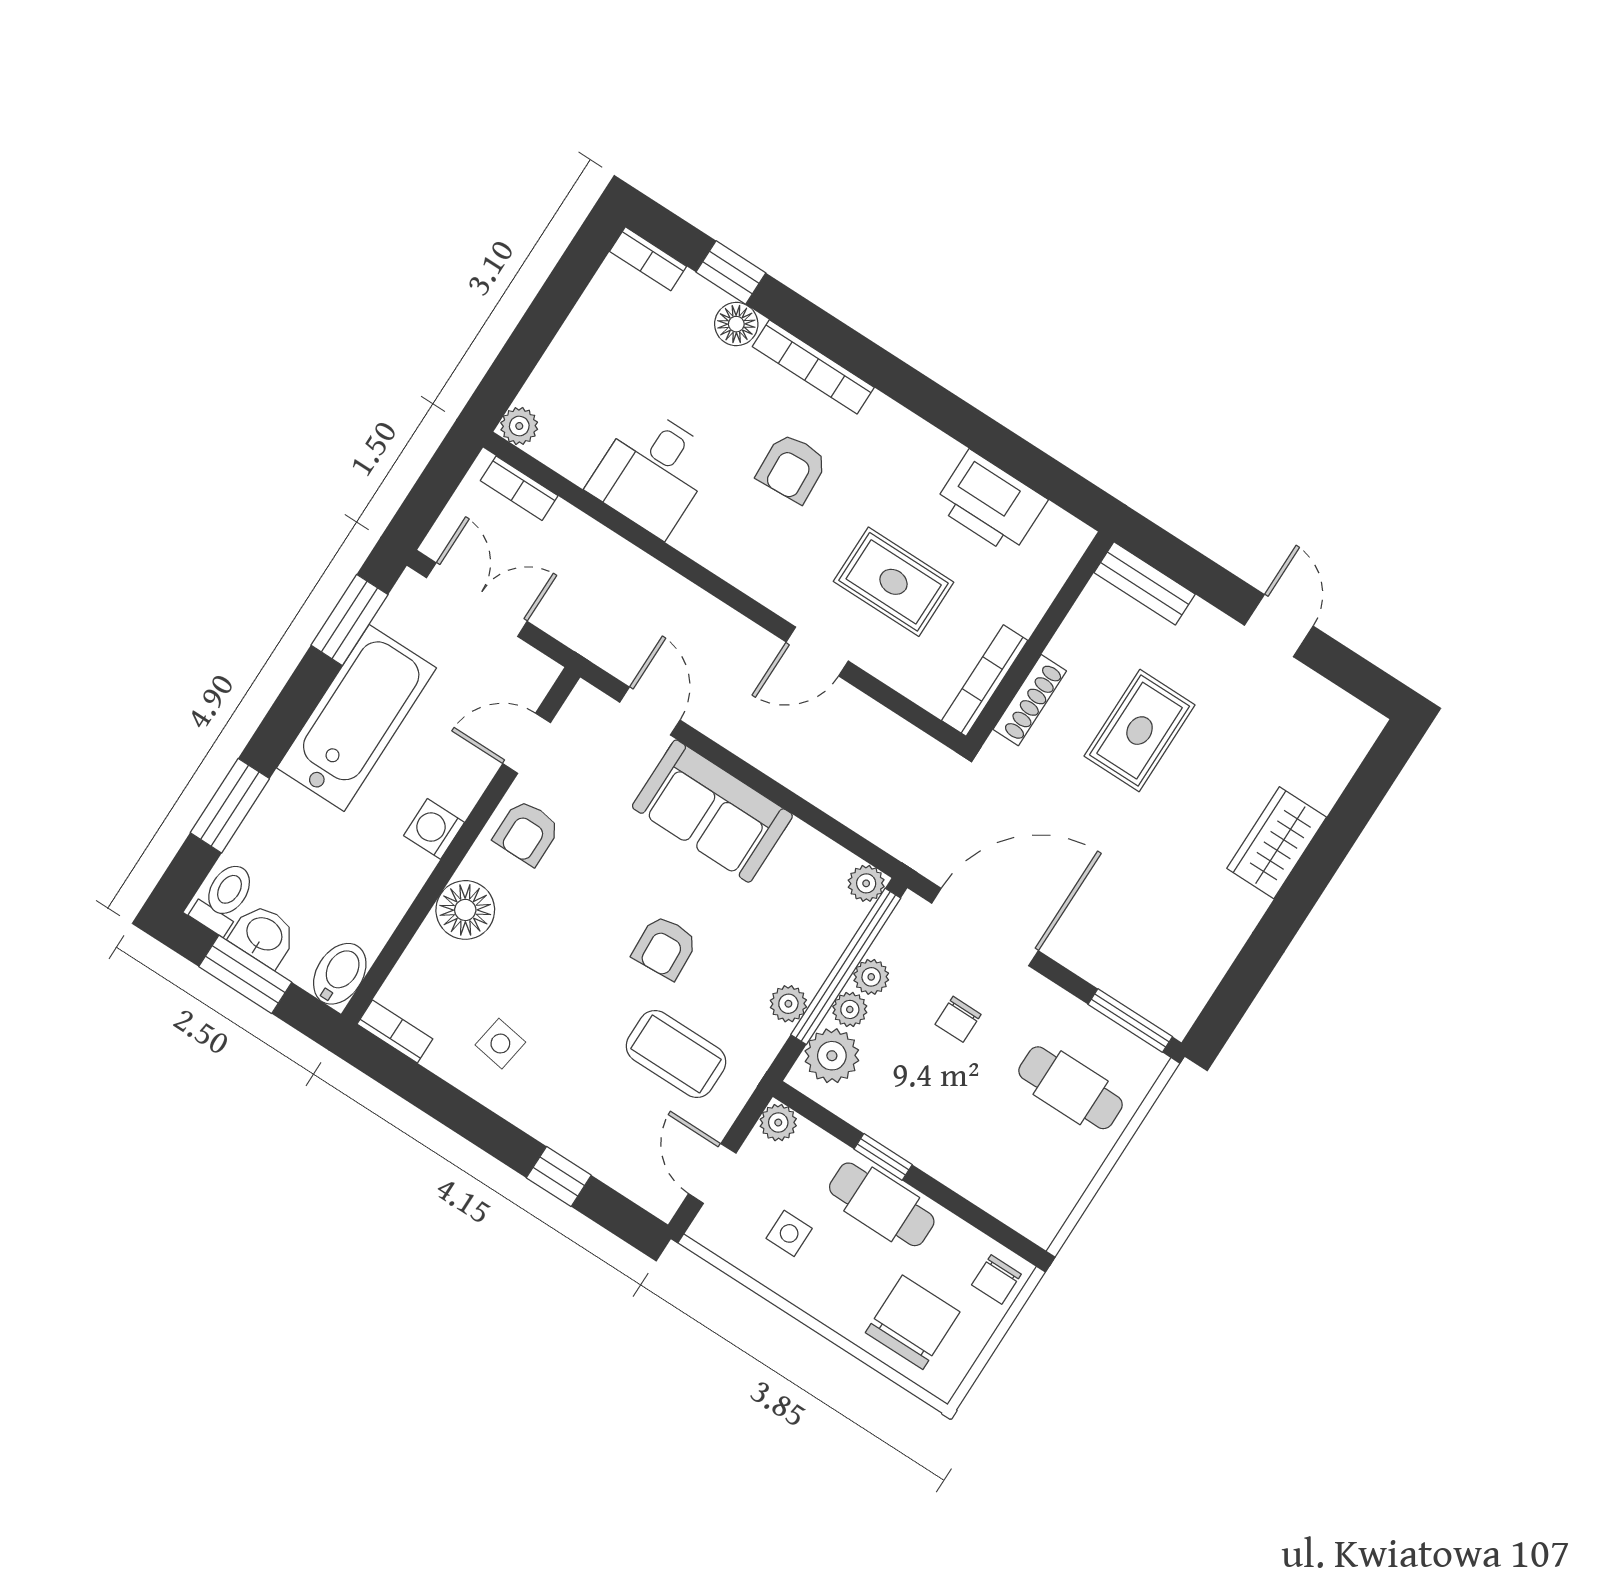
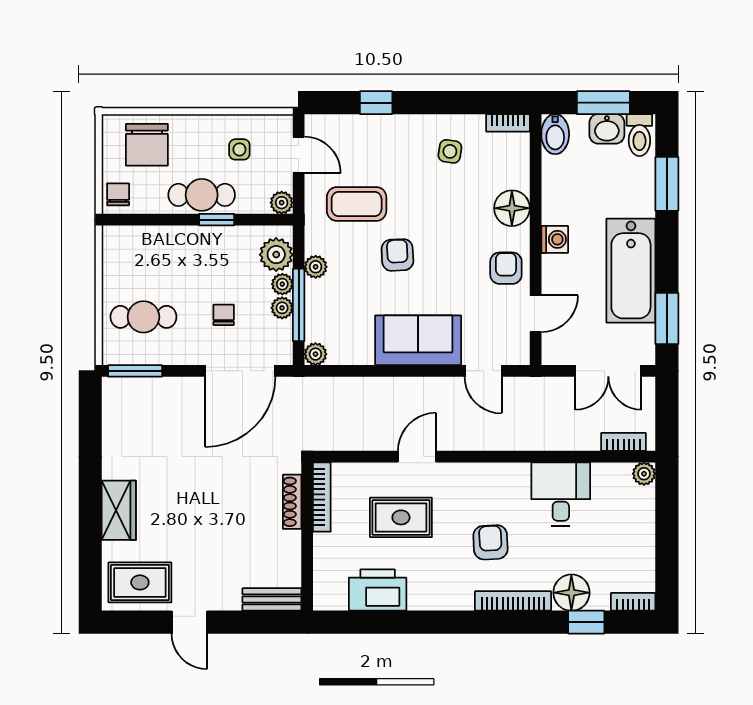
floor lamp: (736, 324) -> (571, 593), width x1.38, depth x1.38
rug: (1140, 731) -> (140, 582), moved, turned 90
window: (846, 966) -> (299, 305), width x0.68

